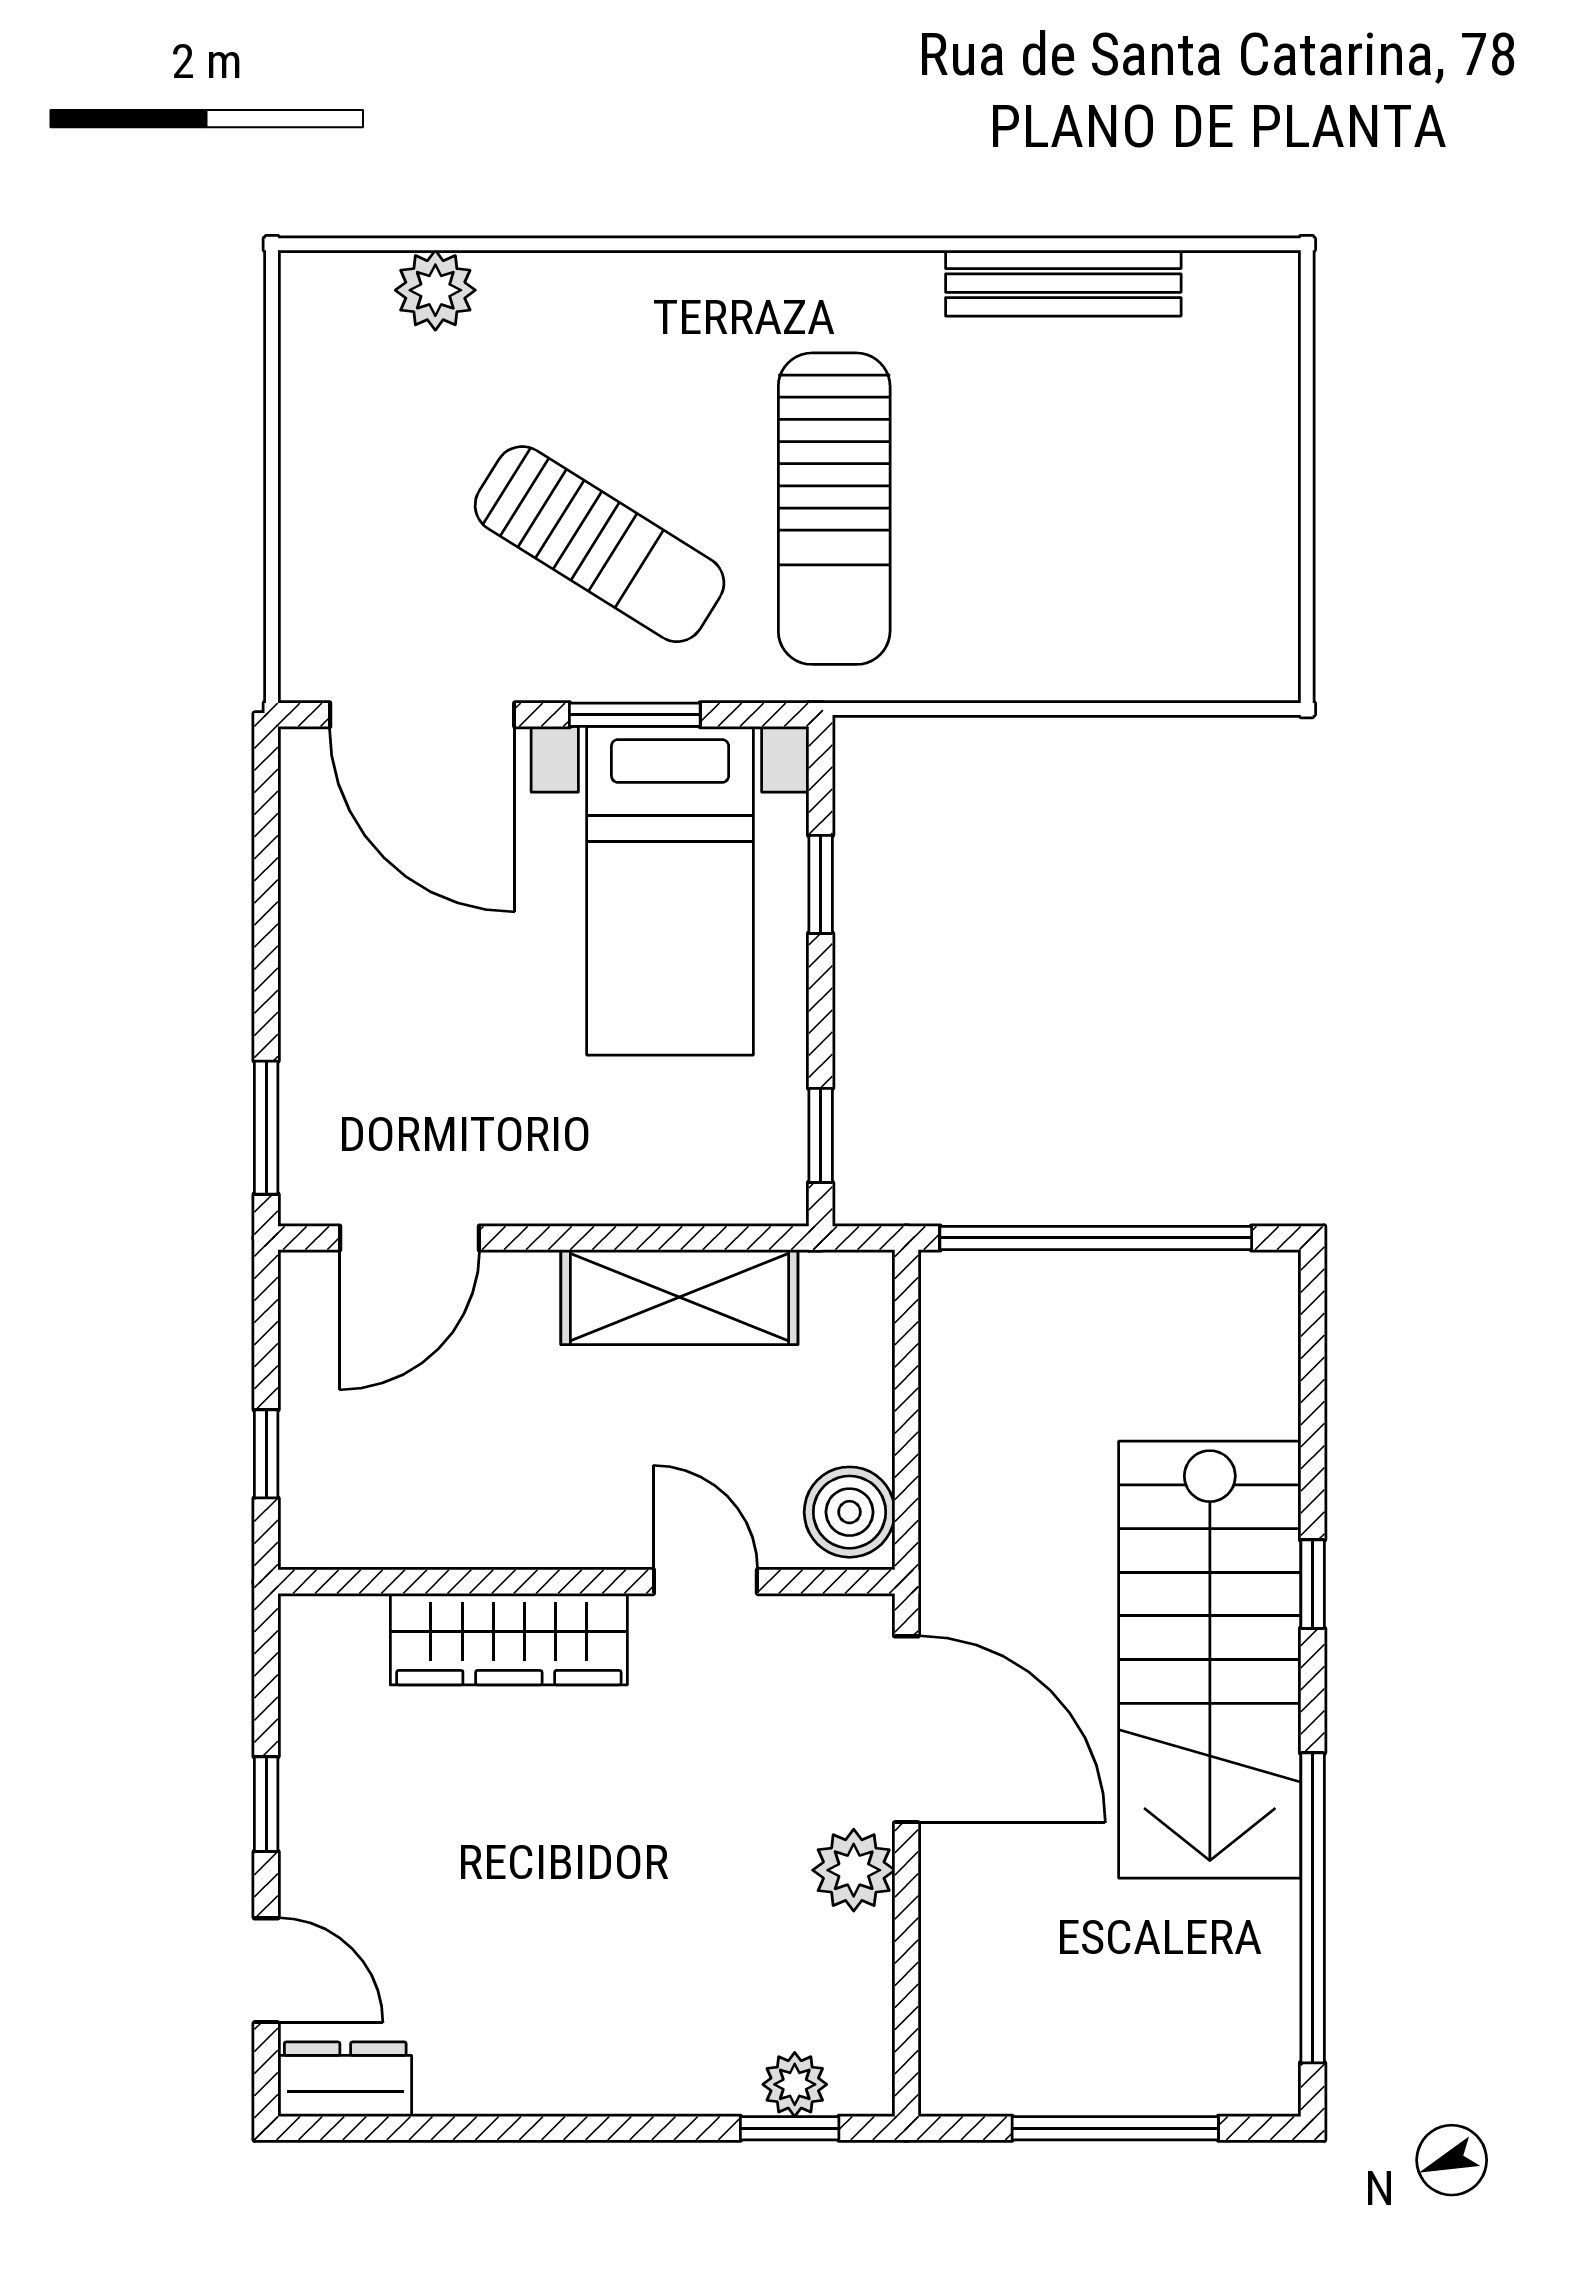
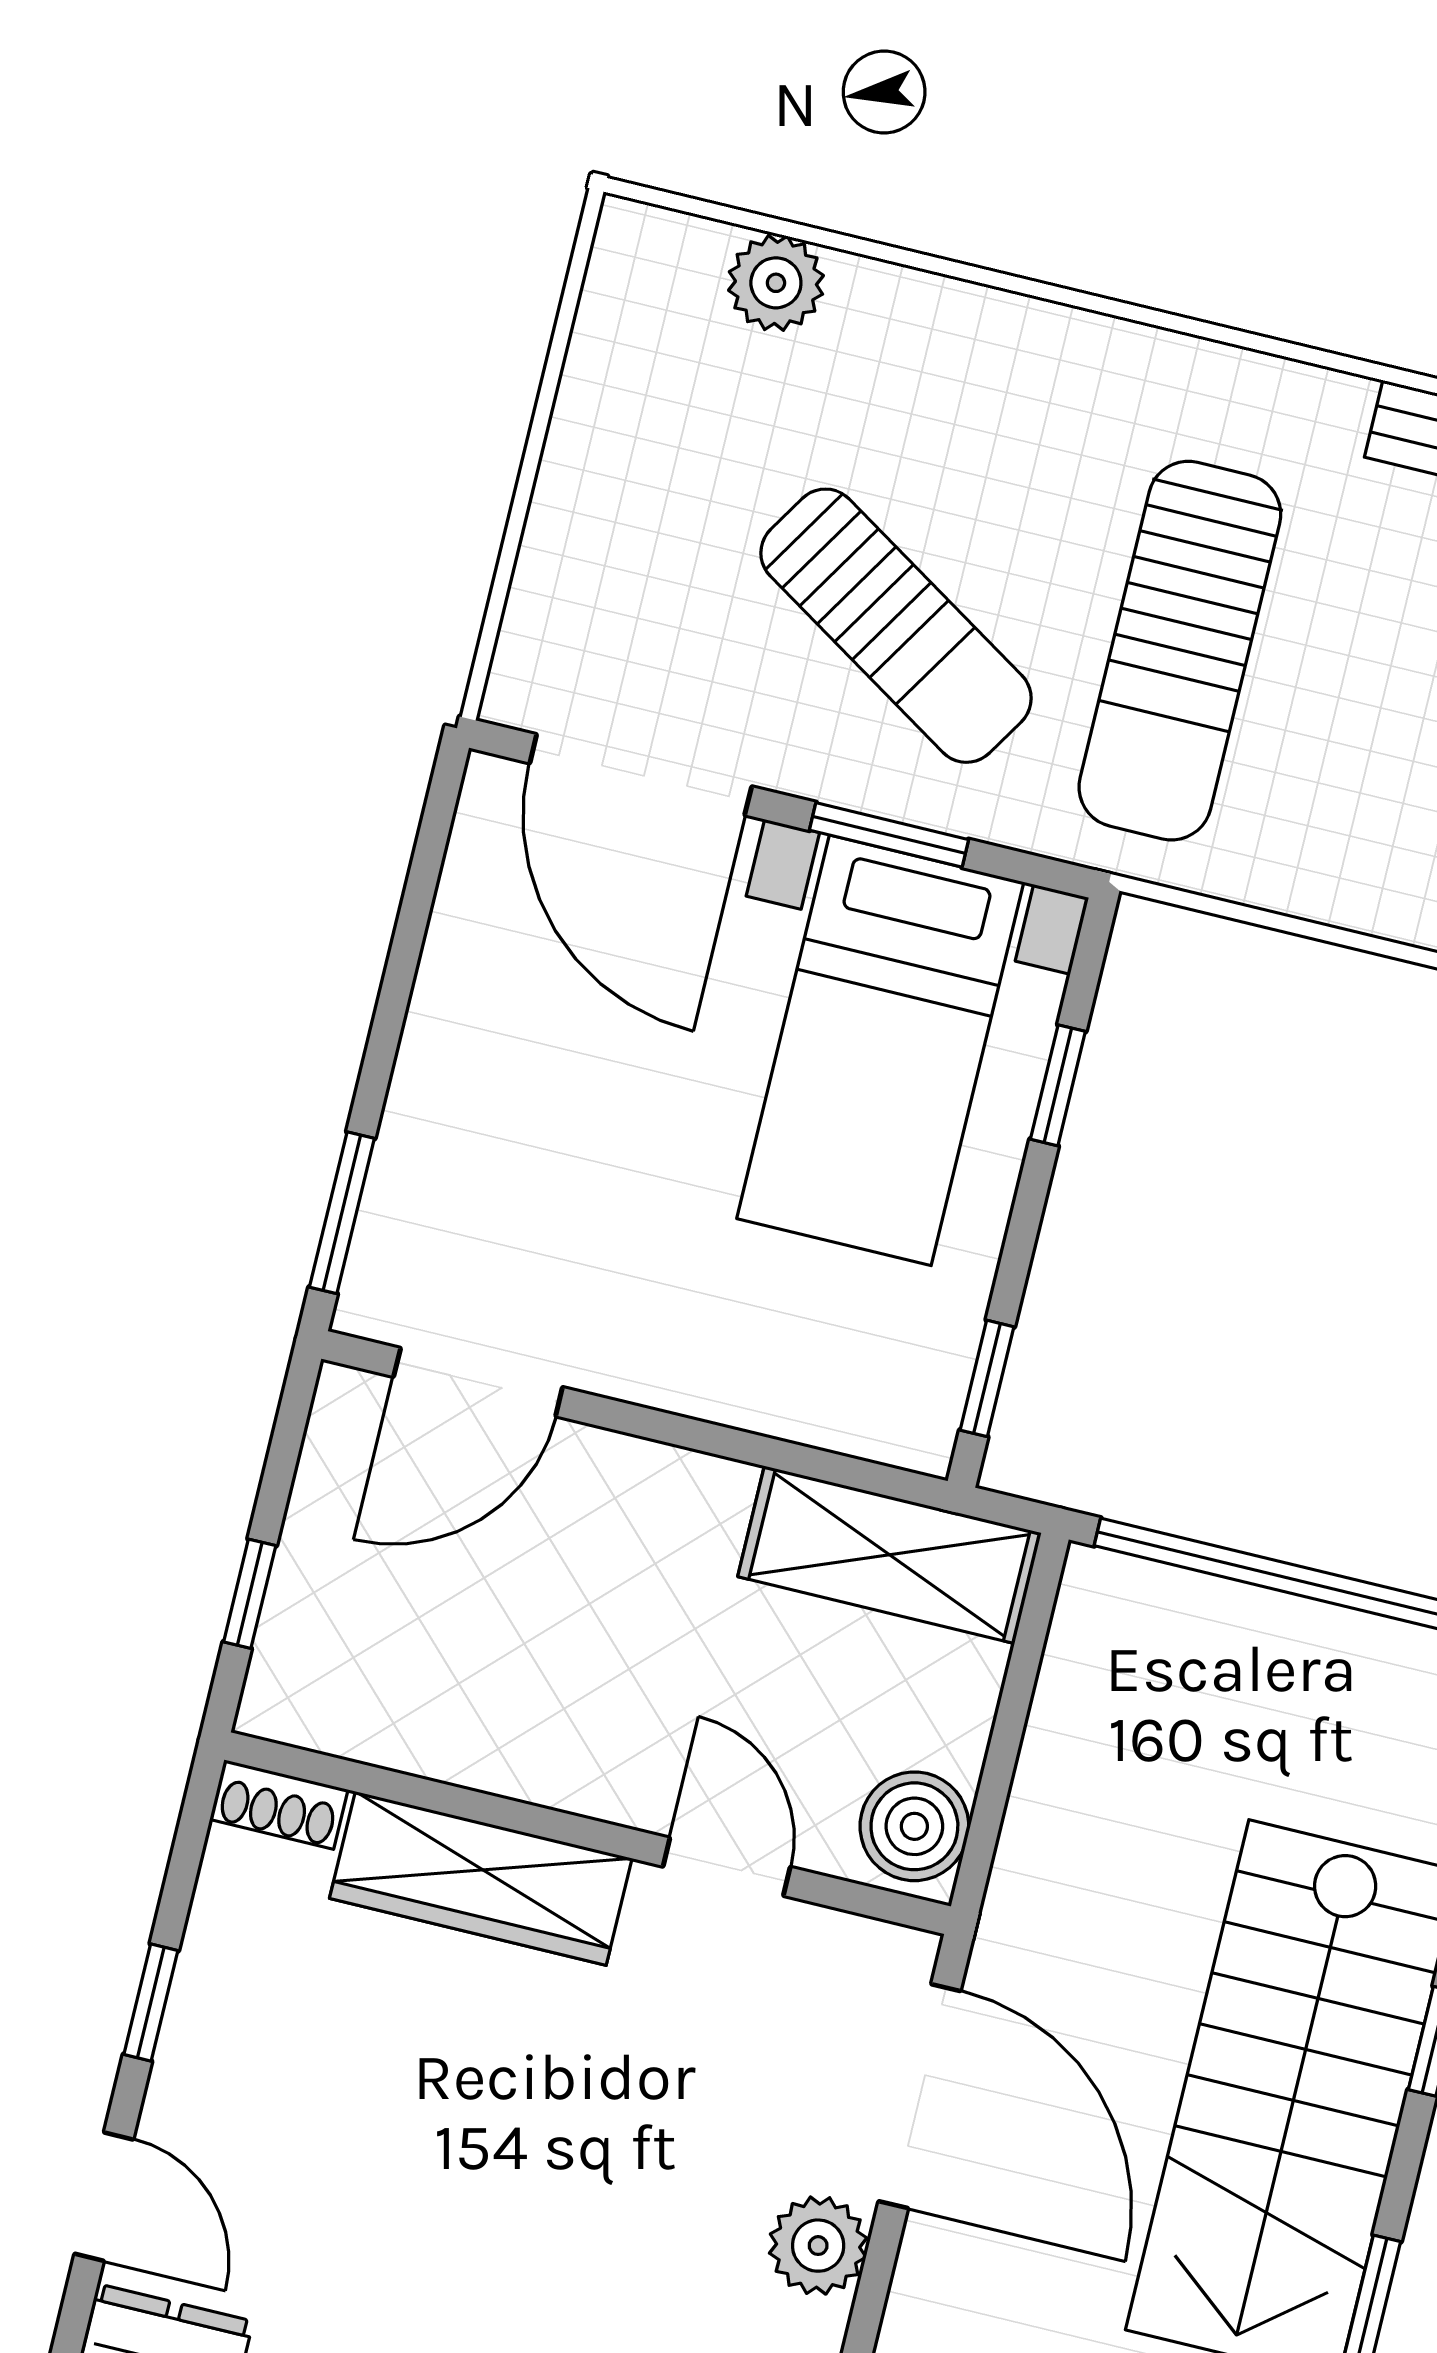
shelving: (679, 1297) -> (889, 1555), moved
shoe rack: (331, 1619) -> (279, 1805), added

